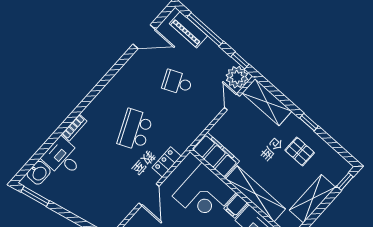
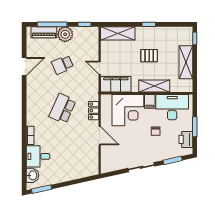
door: (144, 37) -> (24, 67), moved
plant: (237, 77) -> (65, 34), moved
door: (232, 102) -> (100, 68), moved
school desk: (135, 130) -> (62, 109), turned 48
pallet: (300, 151) -> (149, 56), moved
shelving: (256, 194) -> (154, 86), width x0.68

